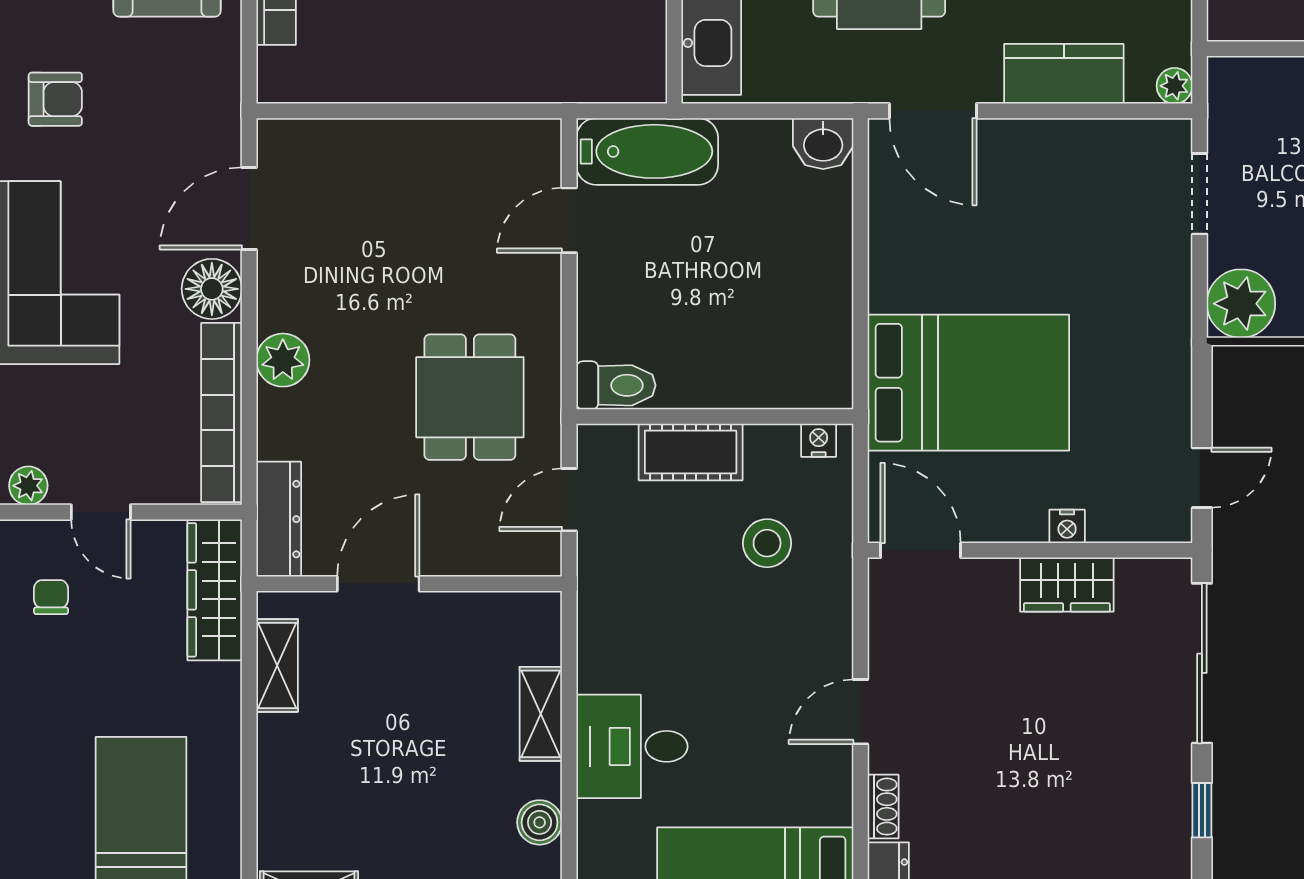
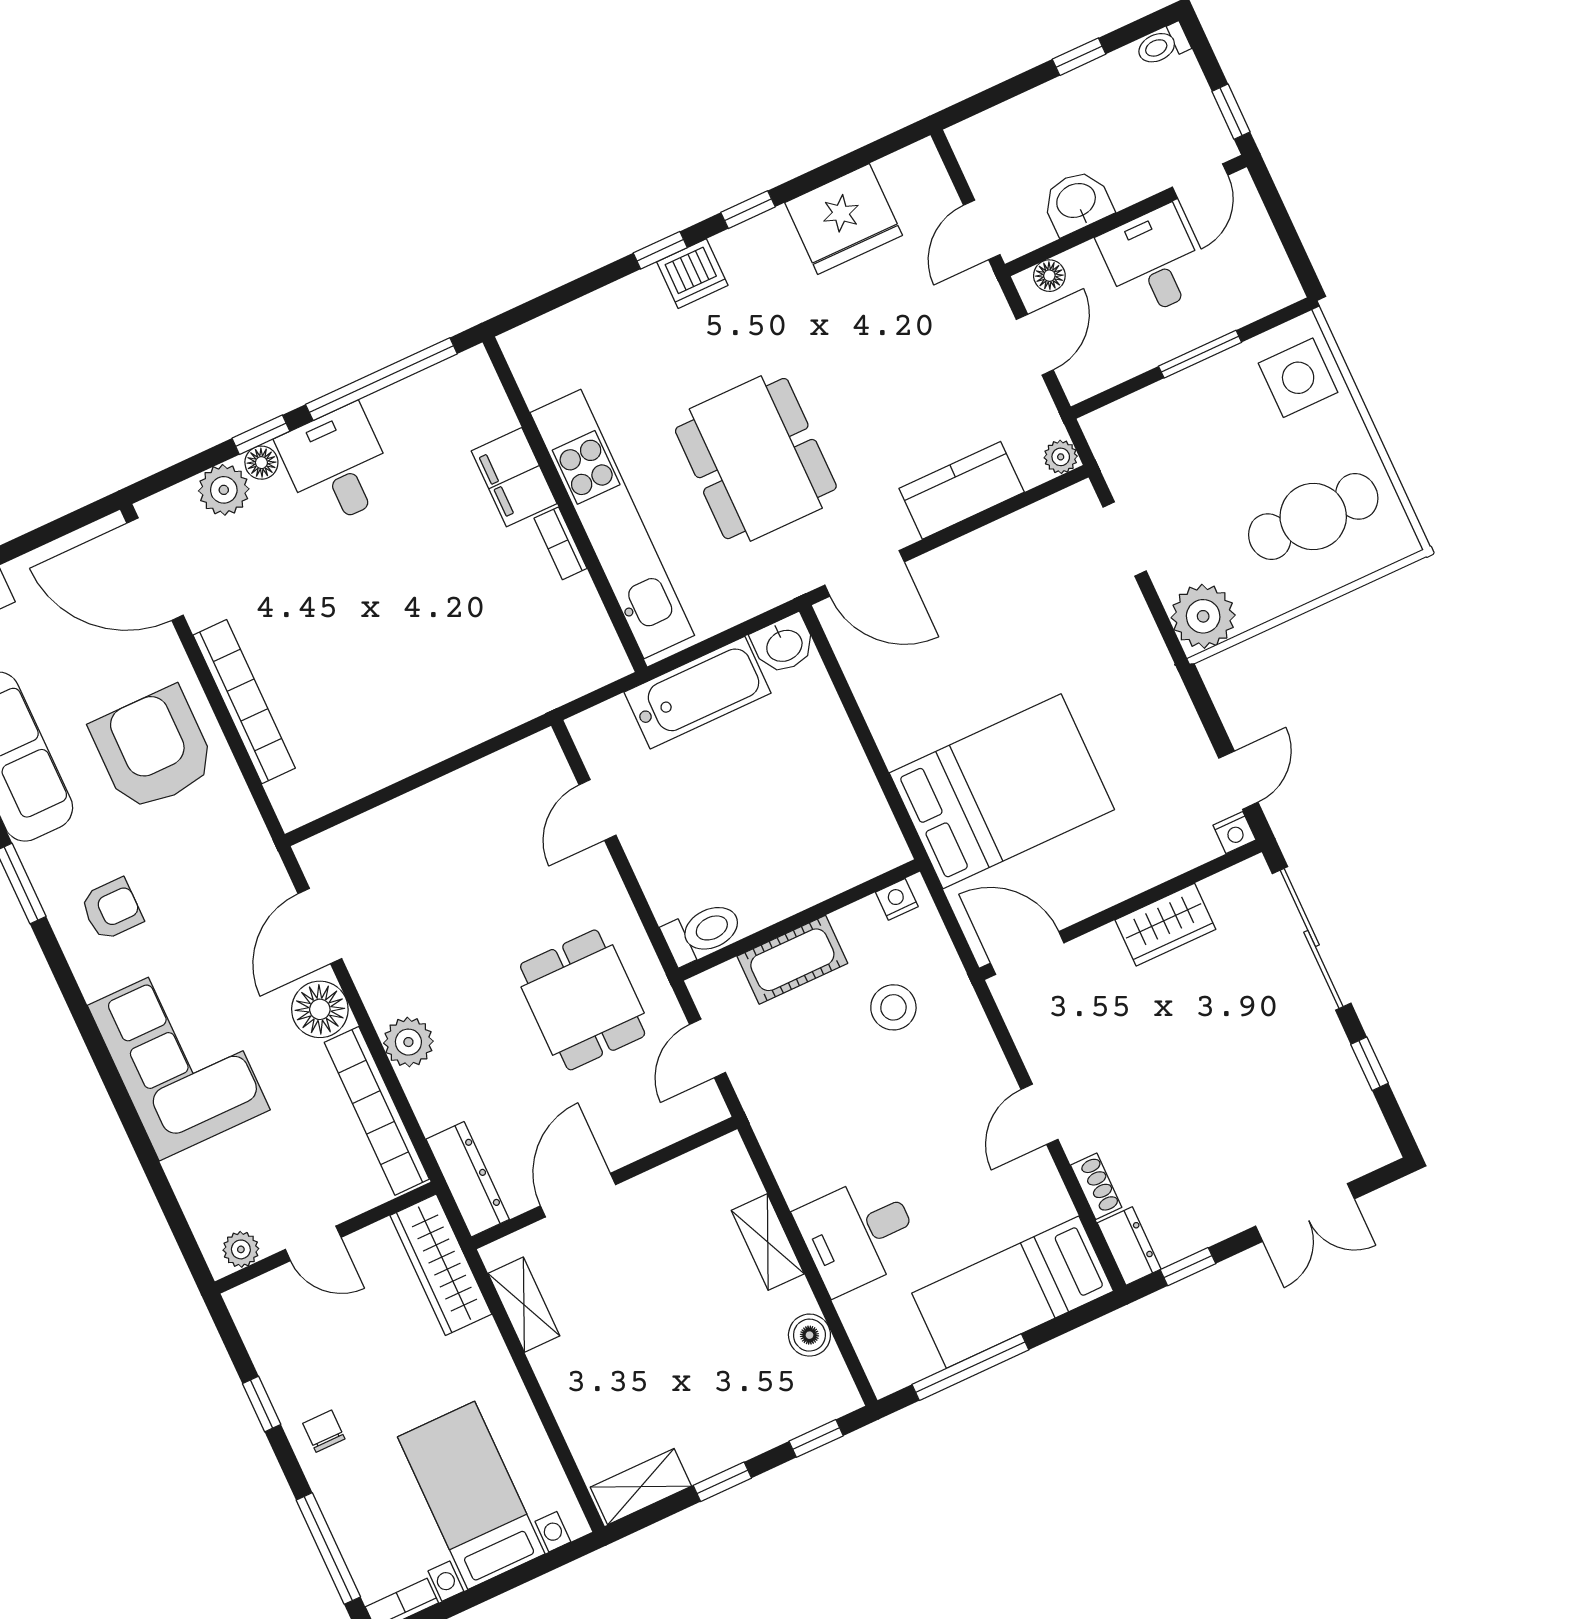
bathtub: (647, 151) -> (698, 693), moved
nightstand: (1067, 526) -> (1234, 832), moved
chair: (51, 597) -> (324, 1431), moved

